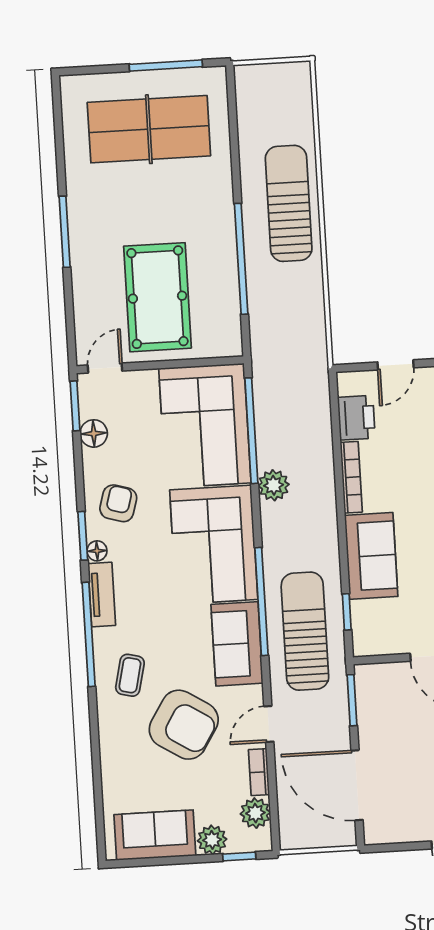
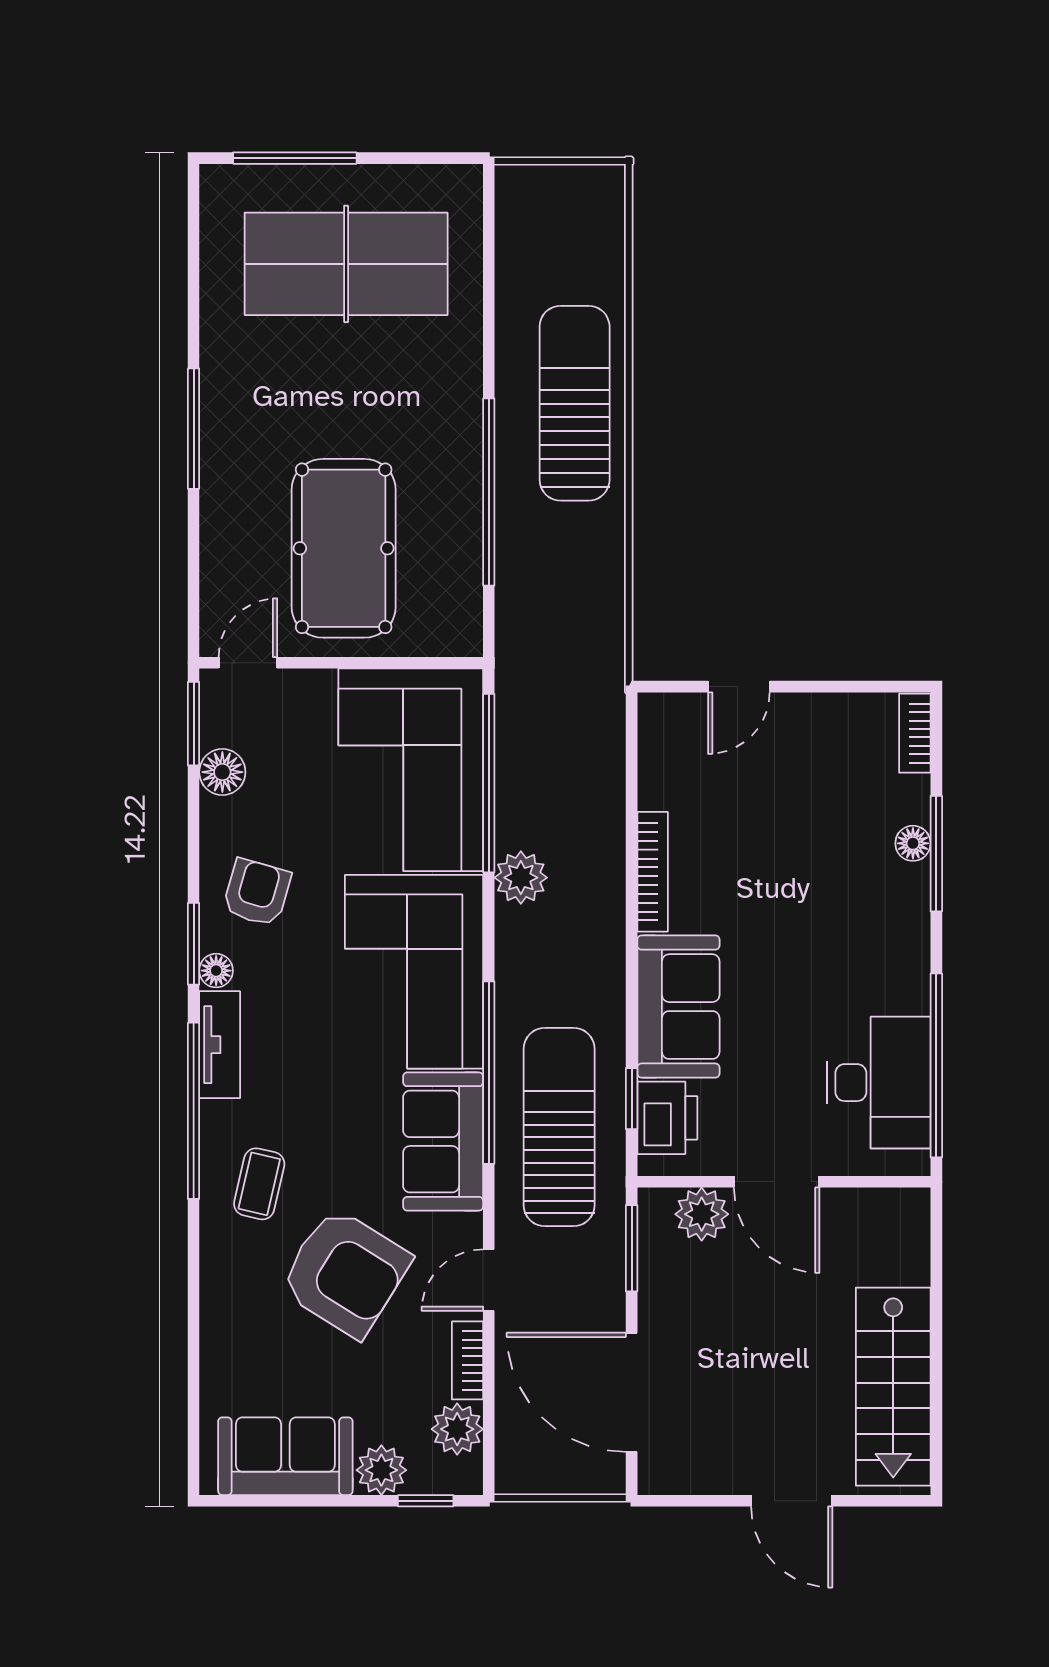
window: (166, 66) -> (295, 158), moved
printer: (356, 418) -> (667, 1118), moved
plant: (392, 678) -> (702, 1214), added

